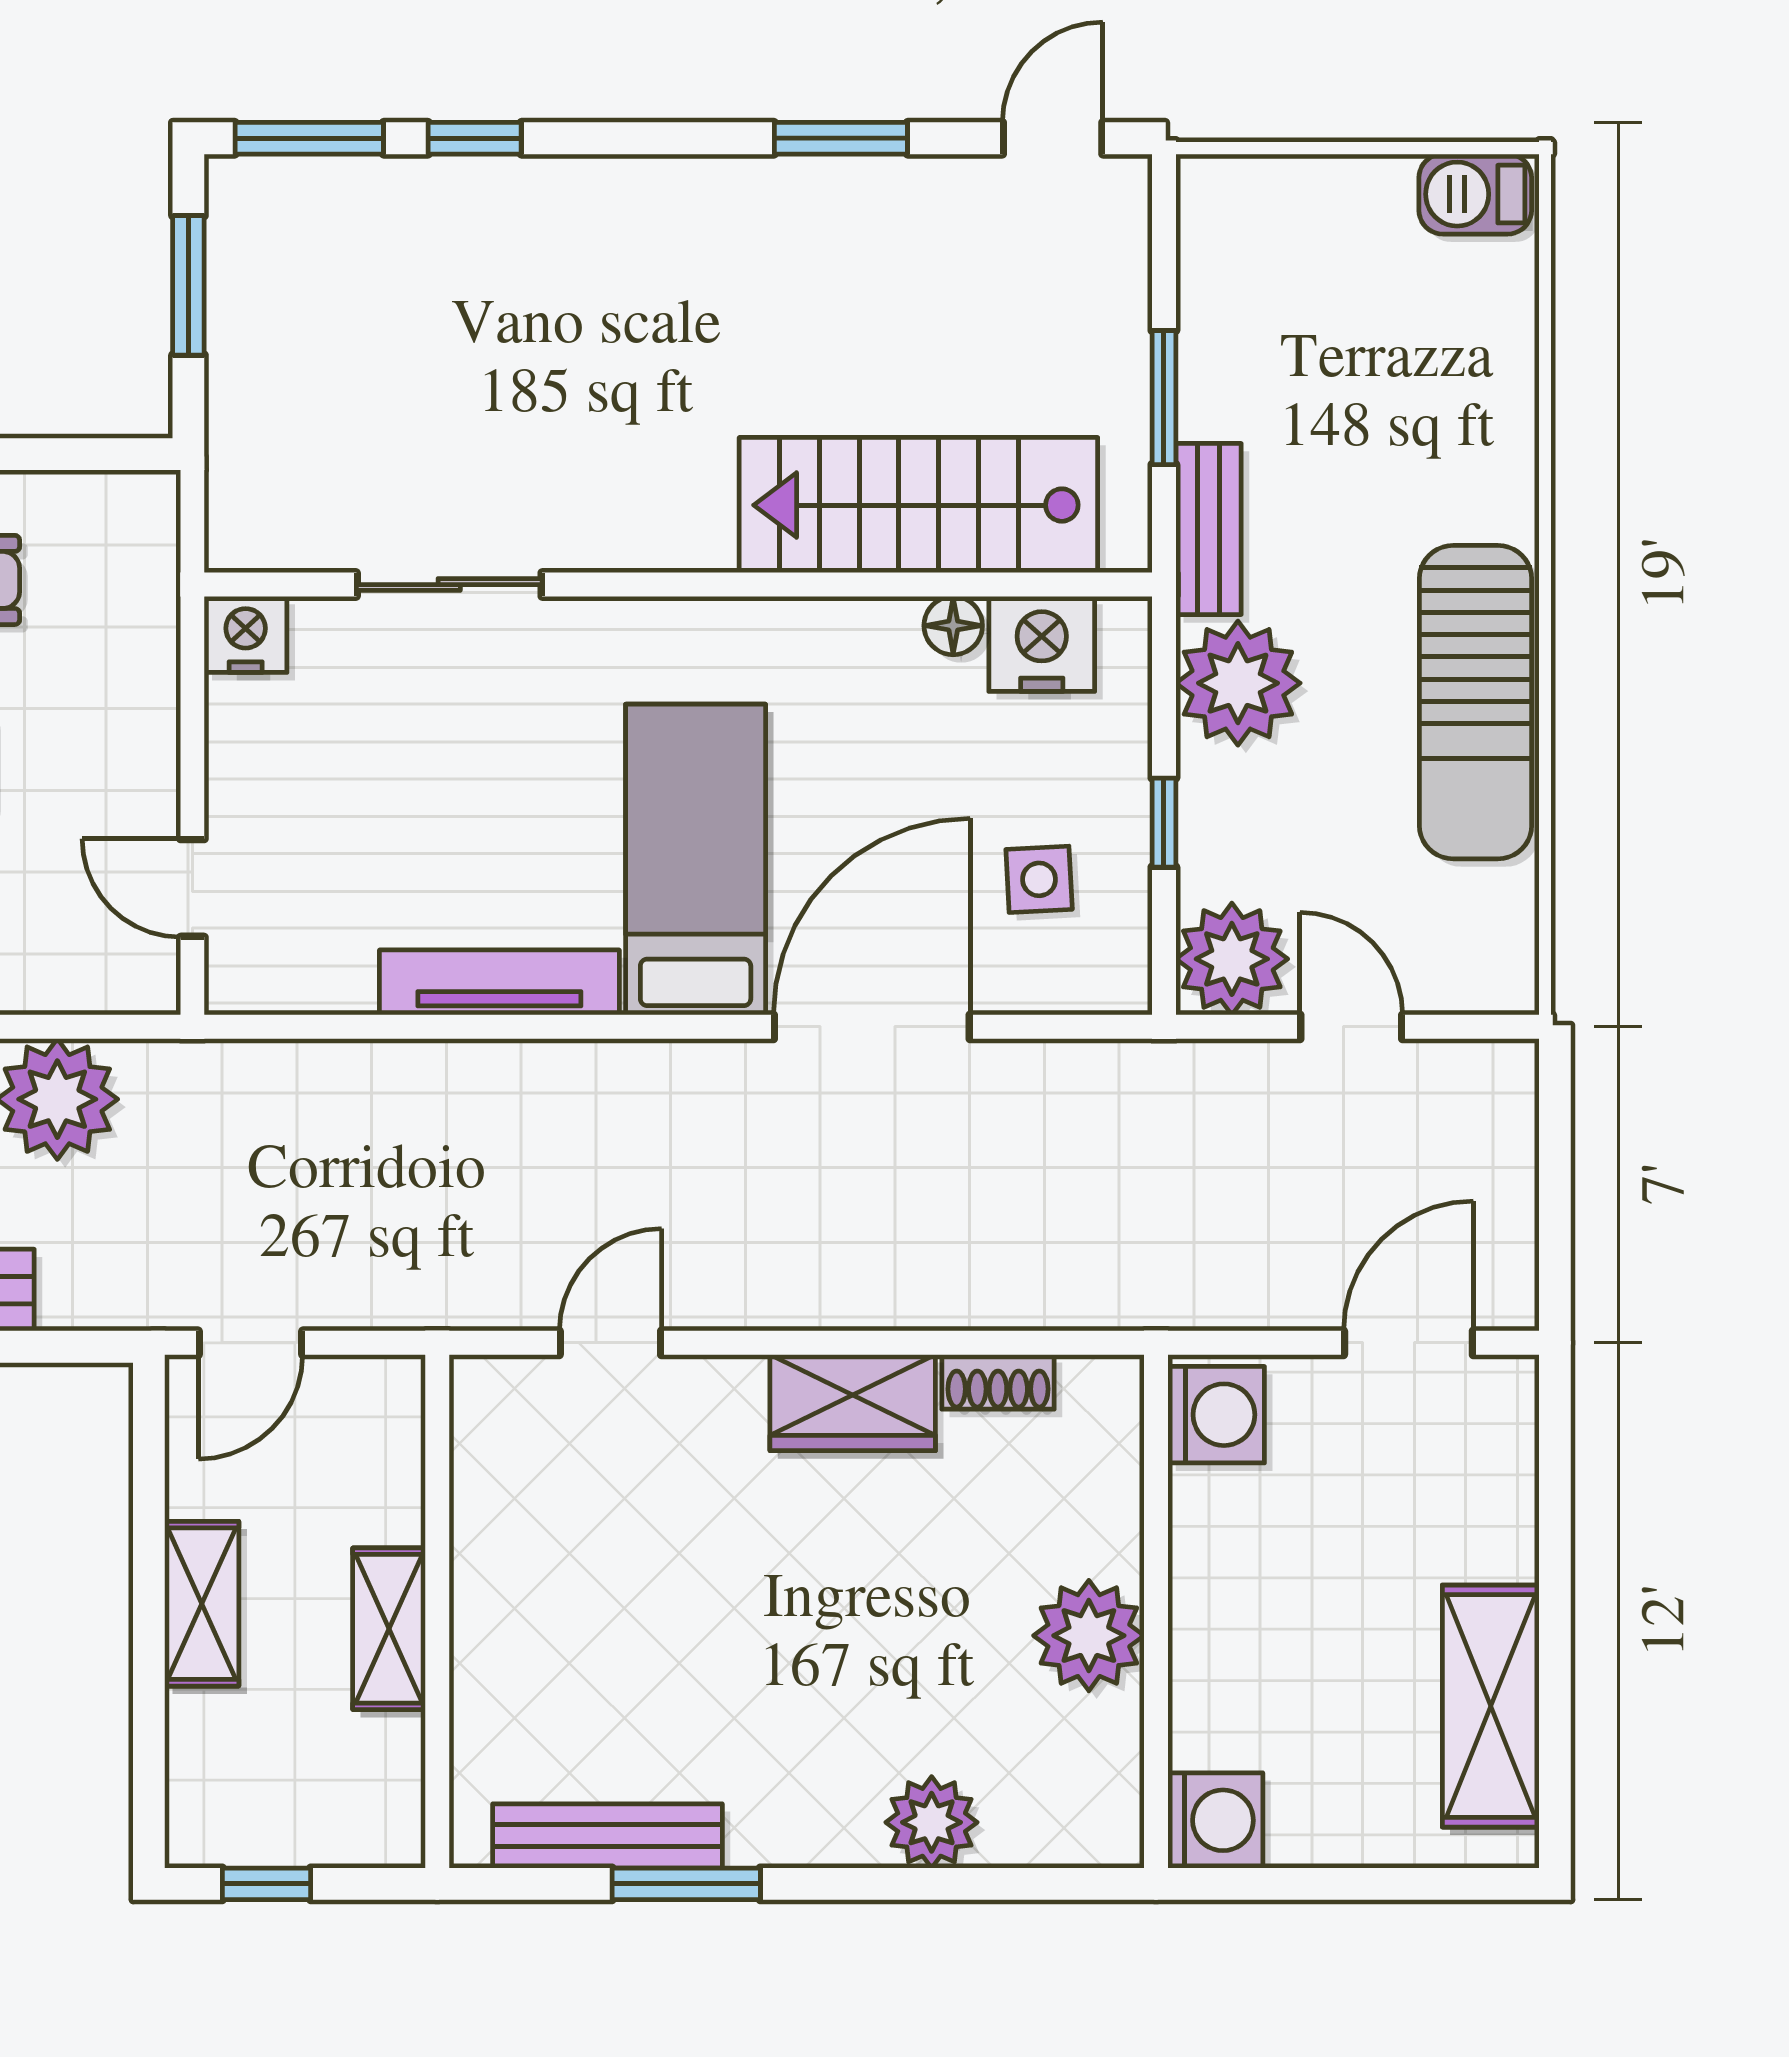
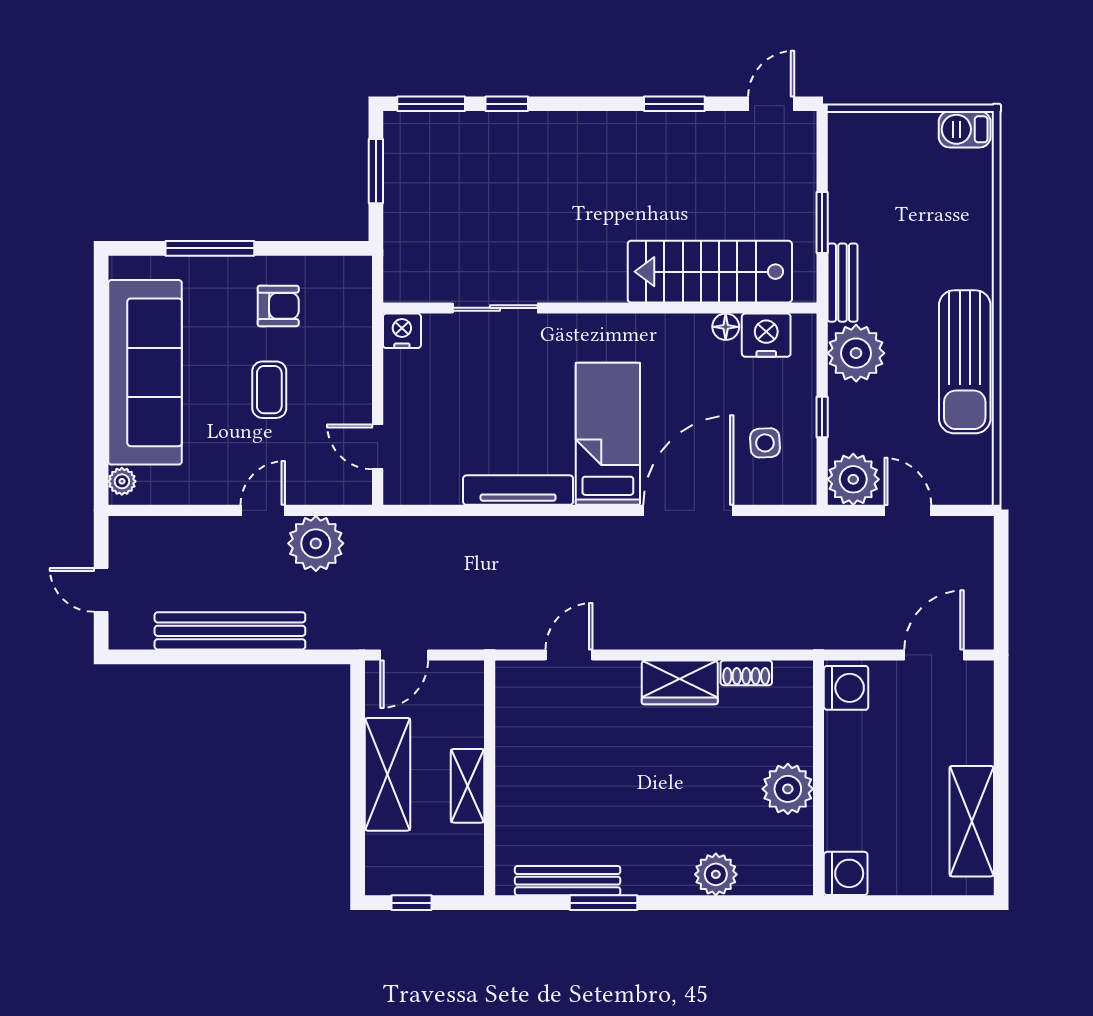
shelving: (202, 1604) -> (388, 774), width x1.50, depth x1.33

